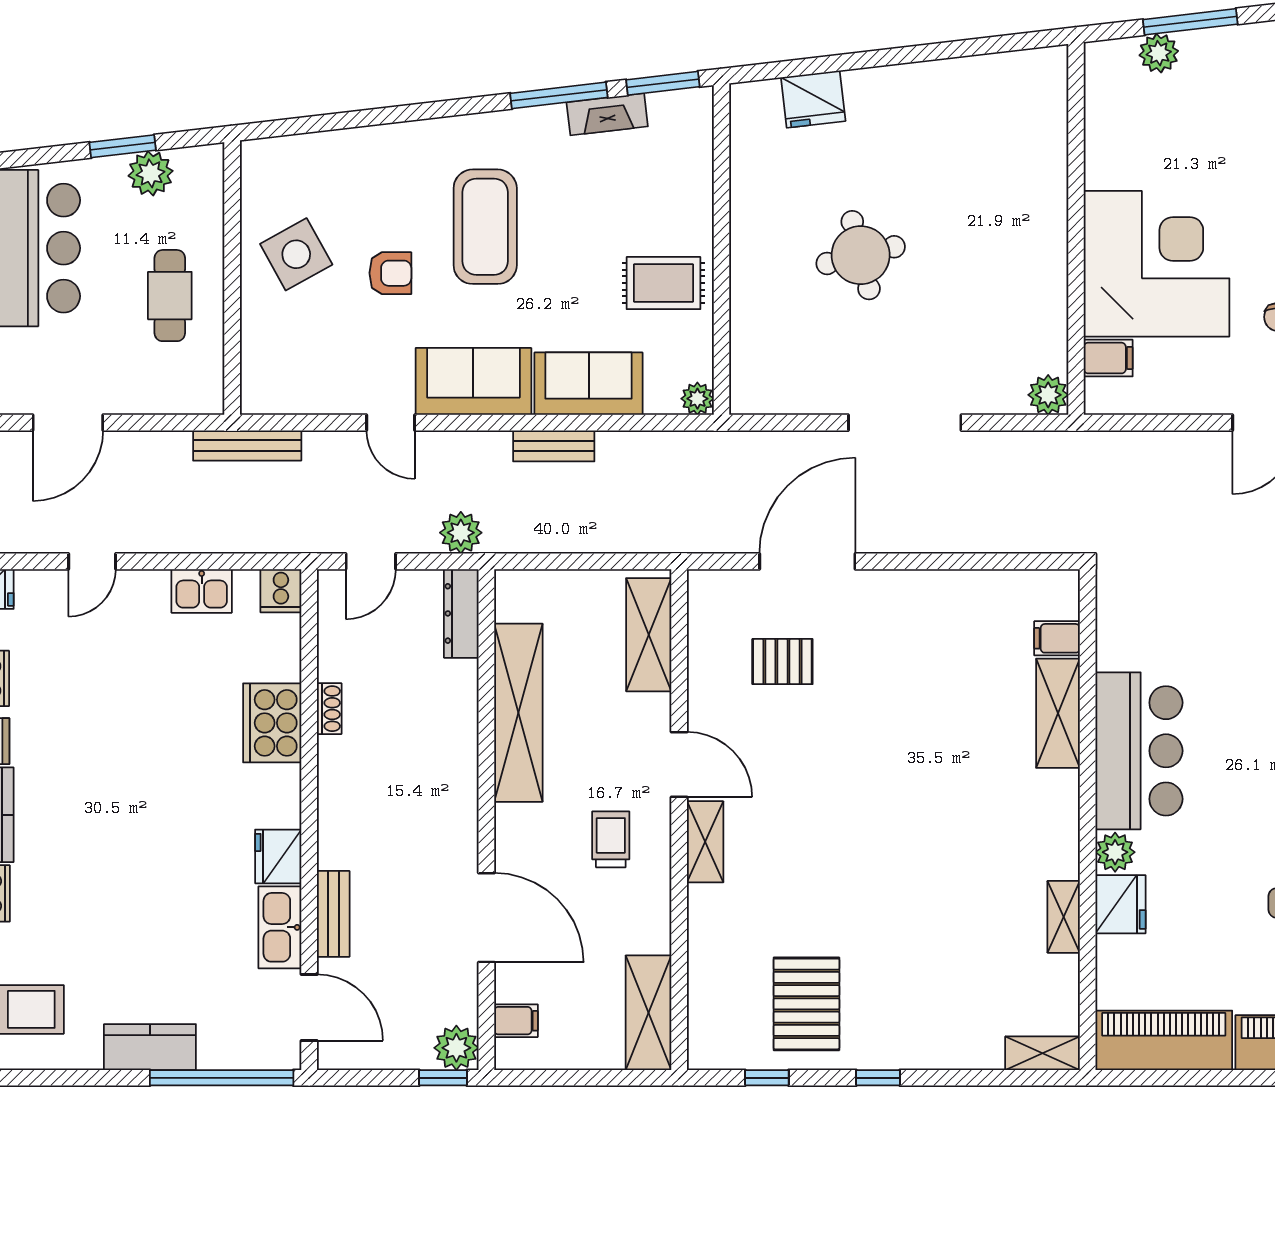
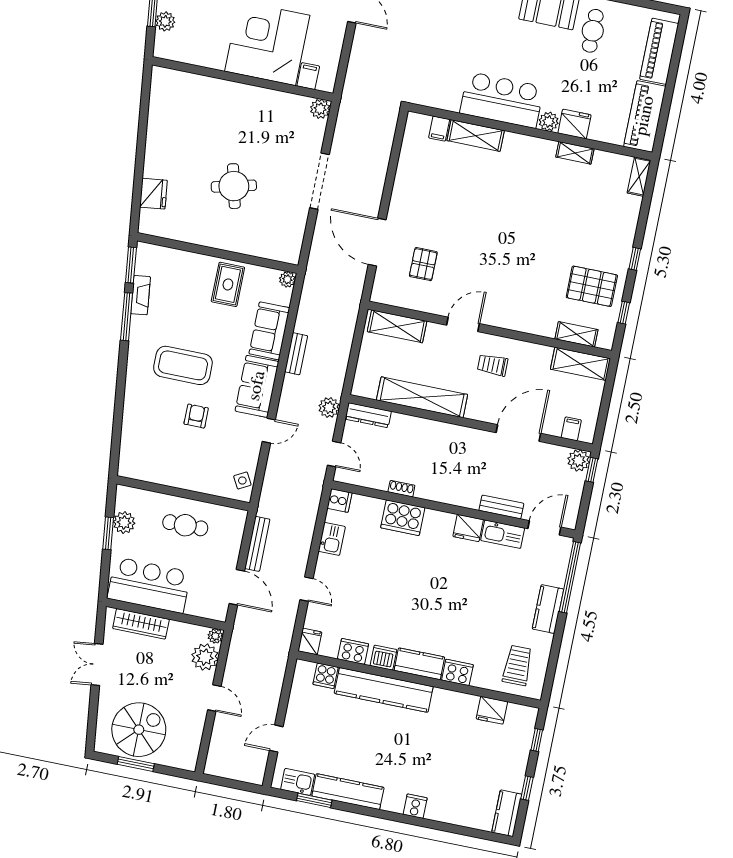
side table: (296, 254) -> (242, 481), moved, width x0.54, depth x0.54
bench: (247, 446) -> (257, 544), moved
shelving: (705, 842) -> (576, 334), moved

